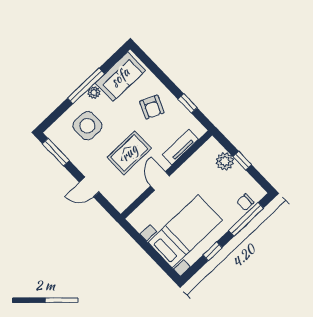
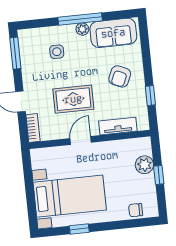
side table: (87, 126) -> (57, 52), width x0.54, depth x0.54
bookcase: (115, 200) -> (33, 128), added
window: (246, 219) -> (126, 224), removed

